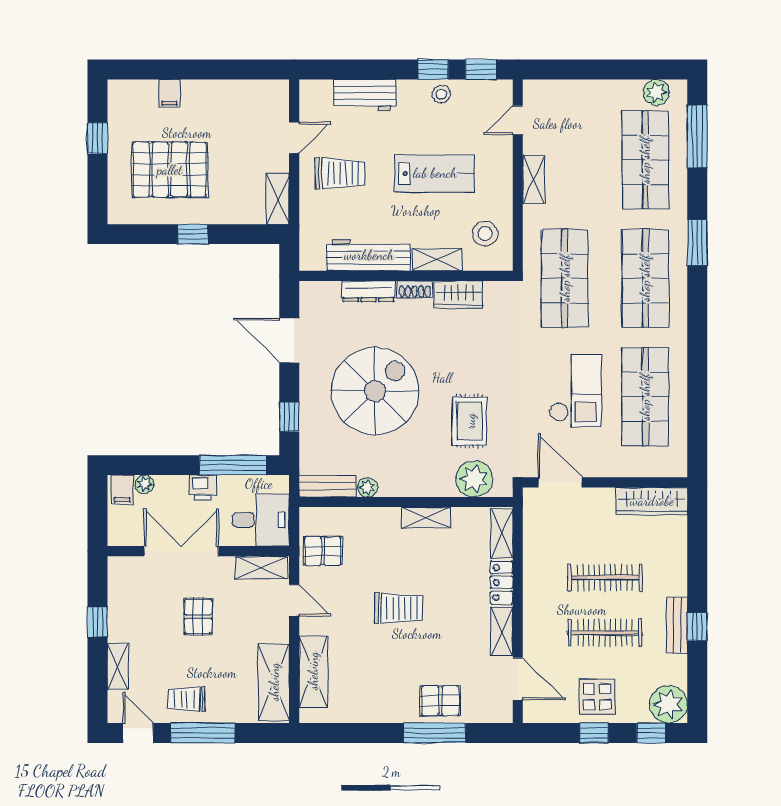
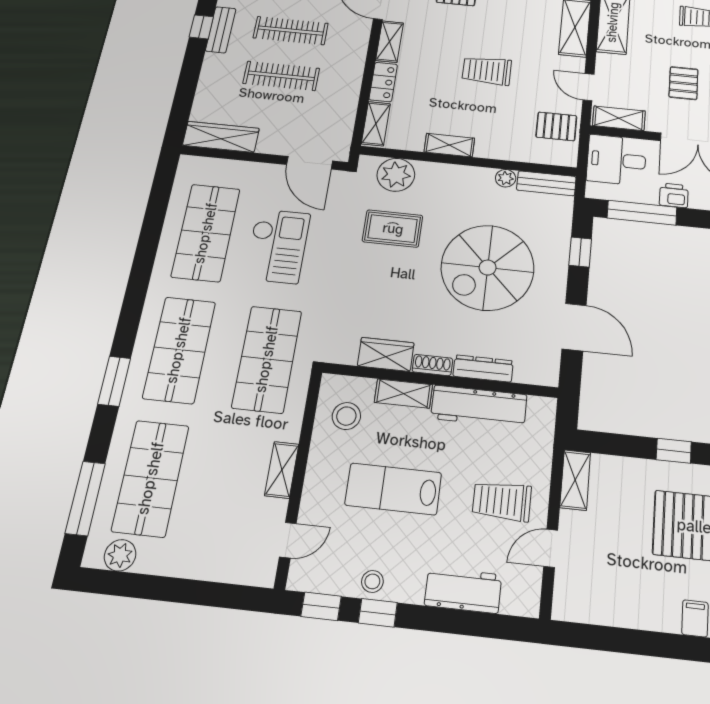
checkout: (575, 391) -> (277, 246), turned 180
rug: (470, 421) -> (393, 229), turned 90

